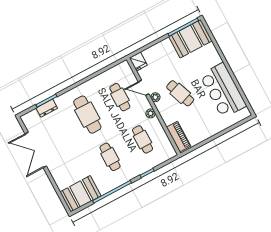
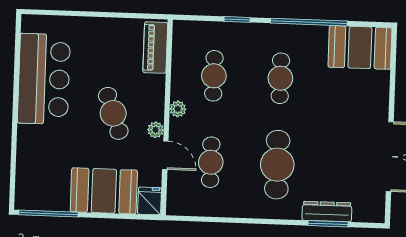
booth: (190, 39) -> (104, 191), moved
dresser: (47, 108) -> (327, 211), width x1.44

